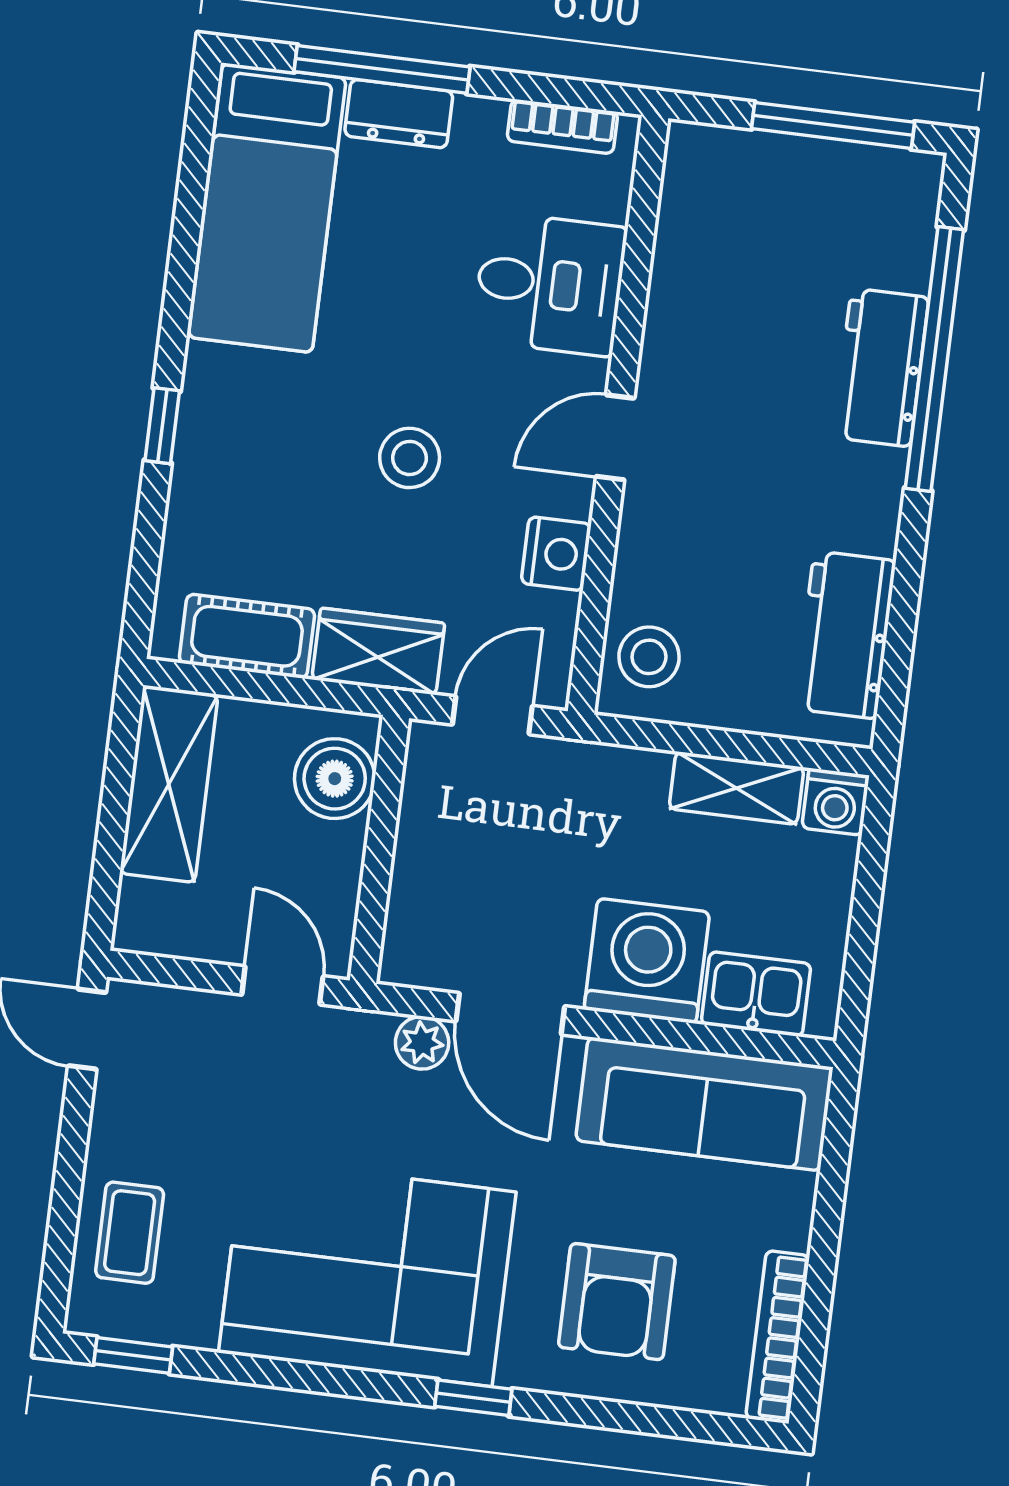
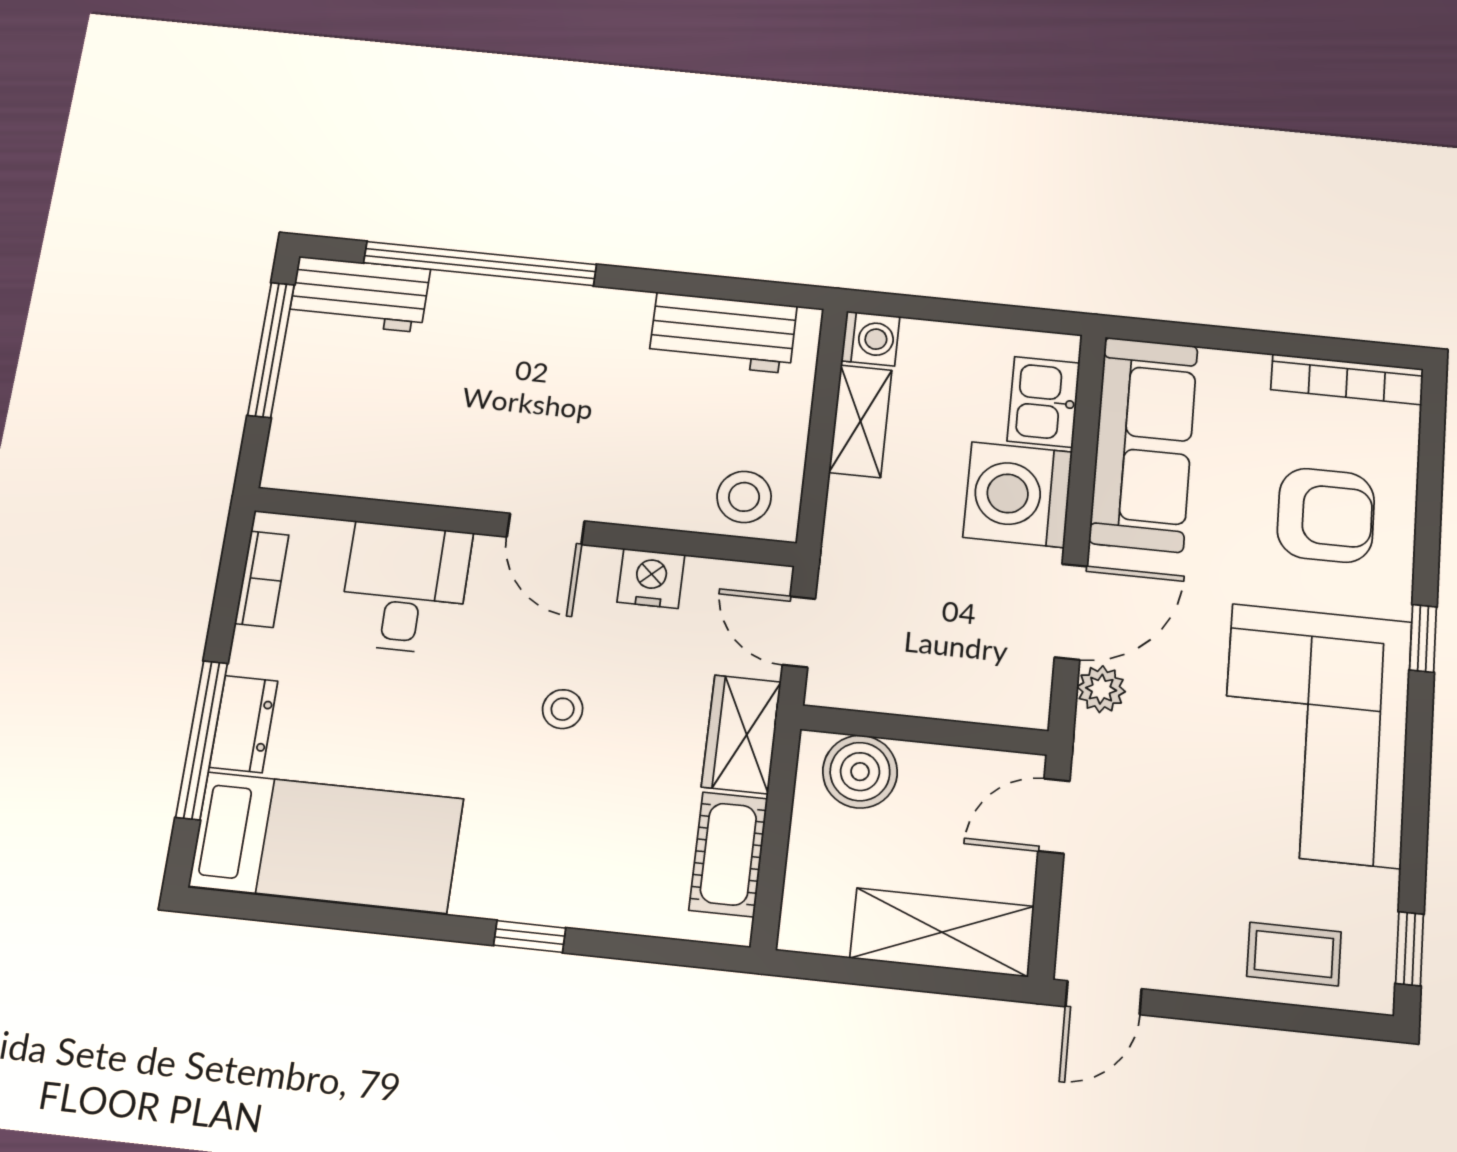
workbench: (881, 367) -> (359, 294), moved
stool: (410, 458) -> (563, 709), width x0.73, depth x0.73
shelving: (169, 784) -> (942, 932), moved

